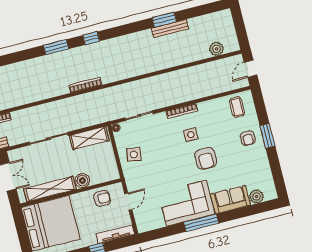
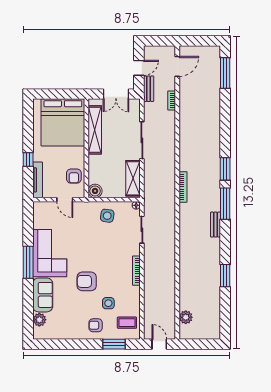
bench: (170, 29) -> (216, 225), moved, width x0.73
window: (91, 38) -> (225, 204), width x2.17
side table: (191, 135) -> (108, 303), moved
window: (267, 136) -> (114, 344), moved
boiler: (82, 181) -> (95, 191), moved

